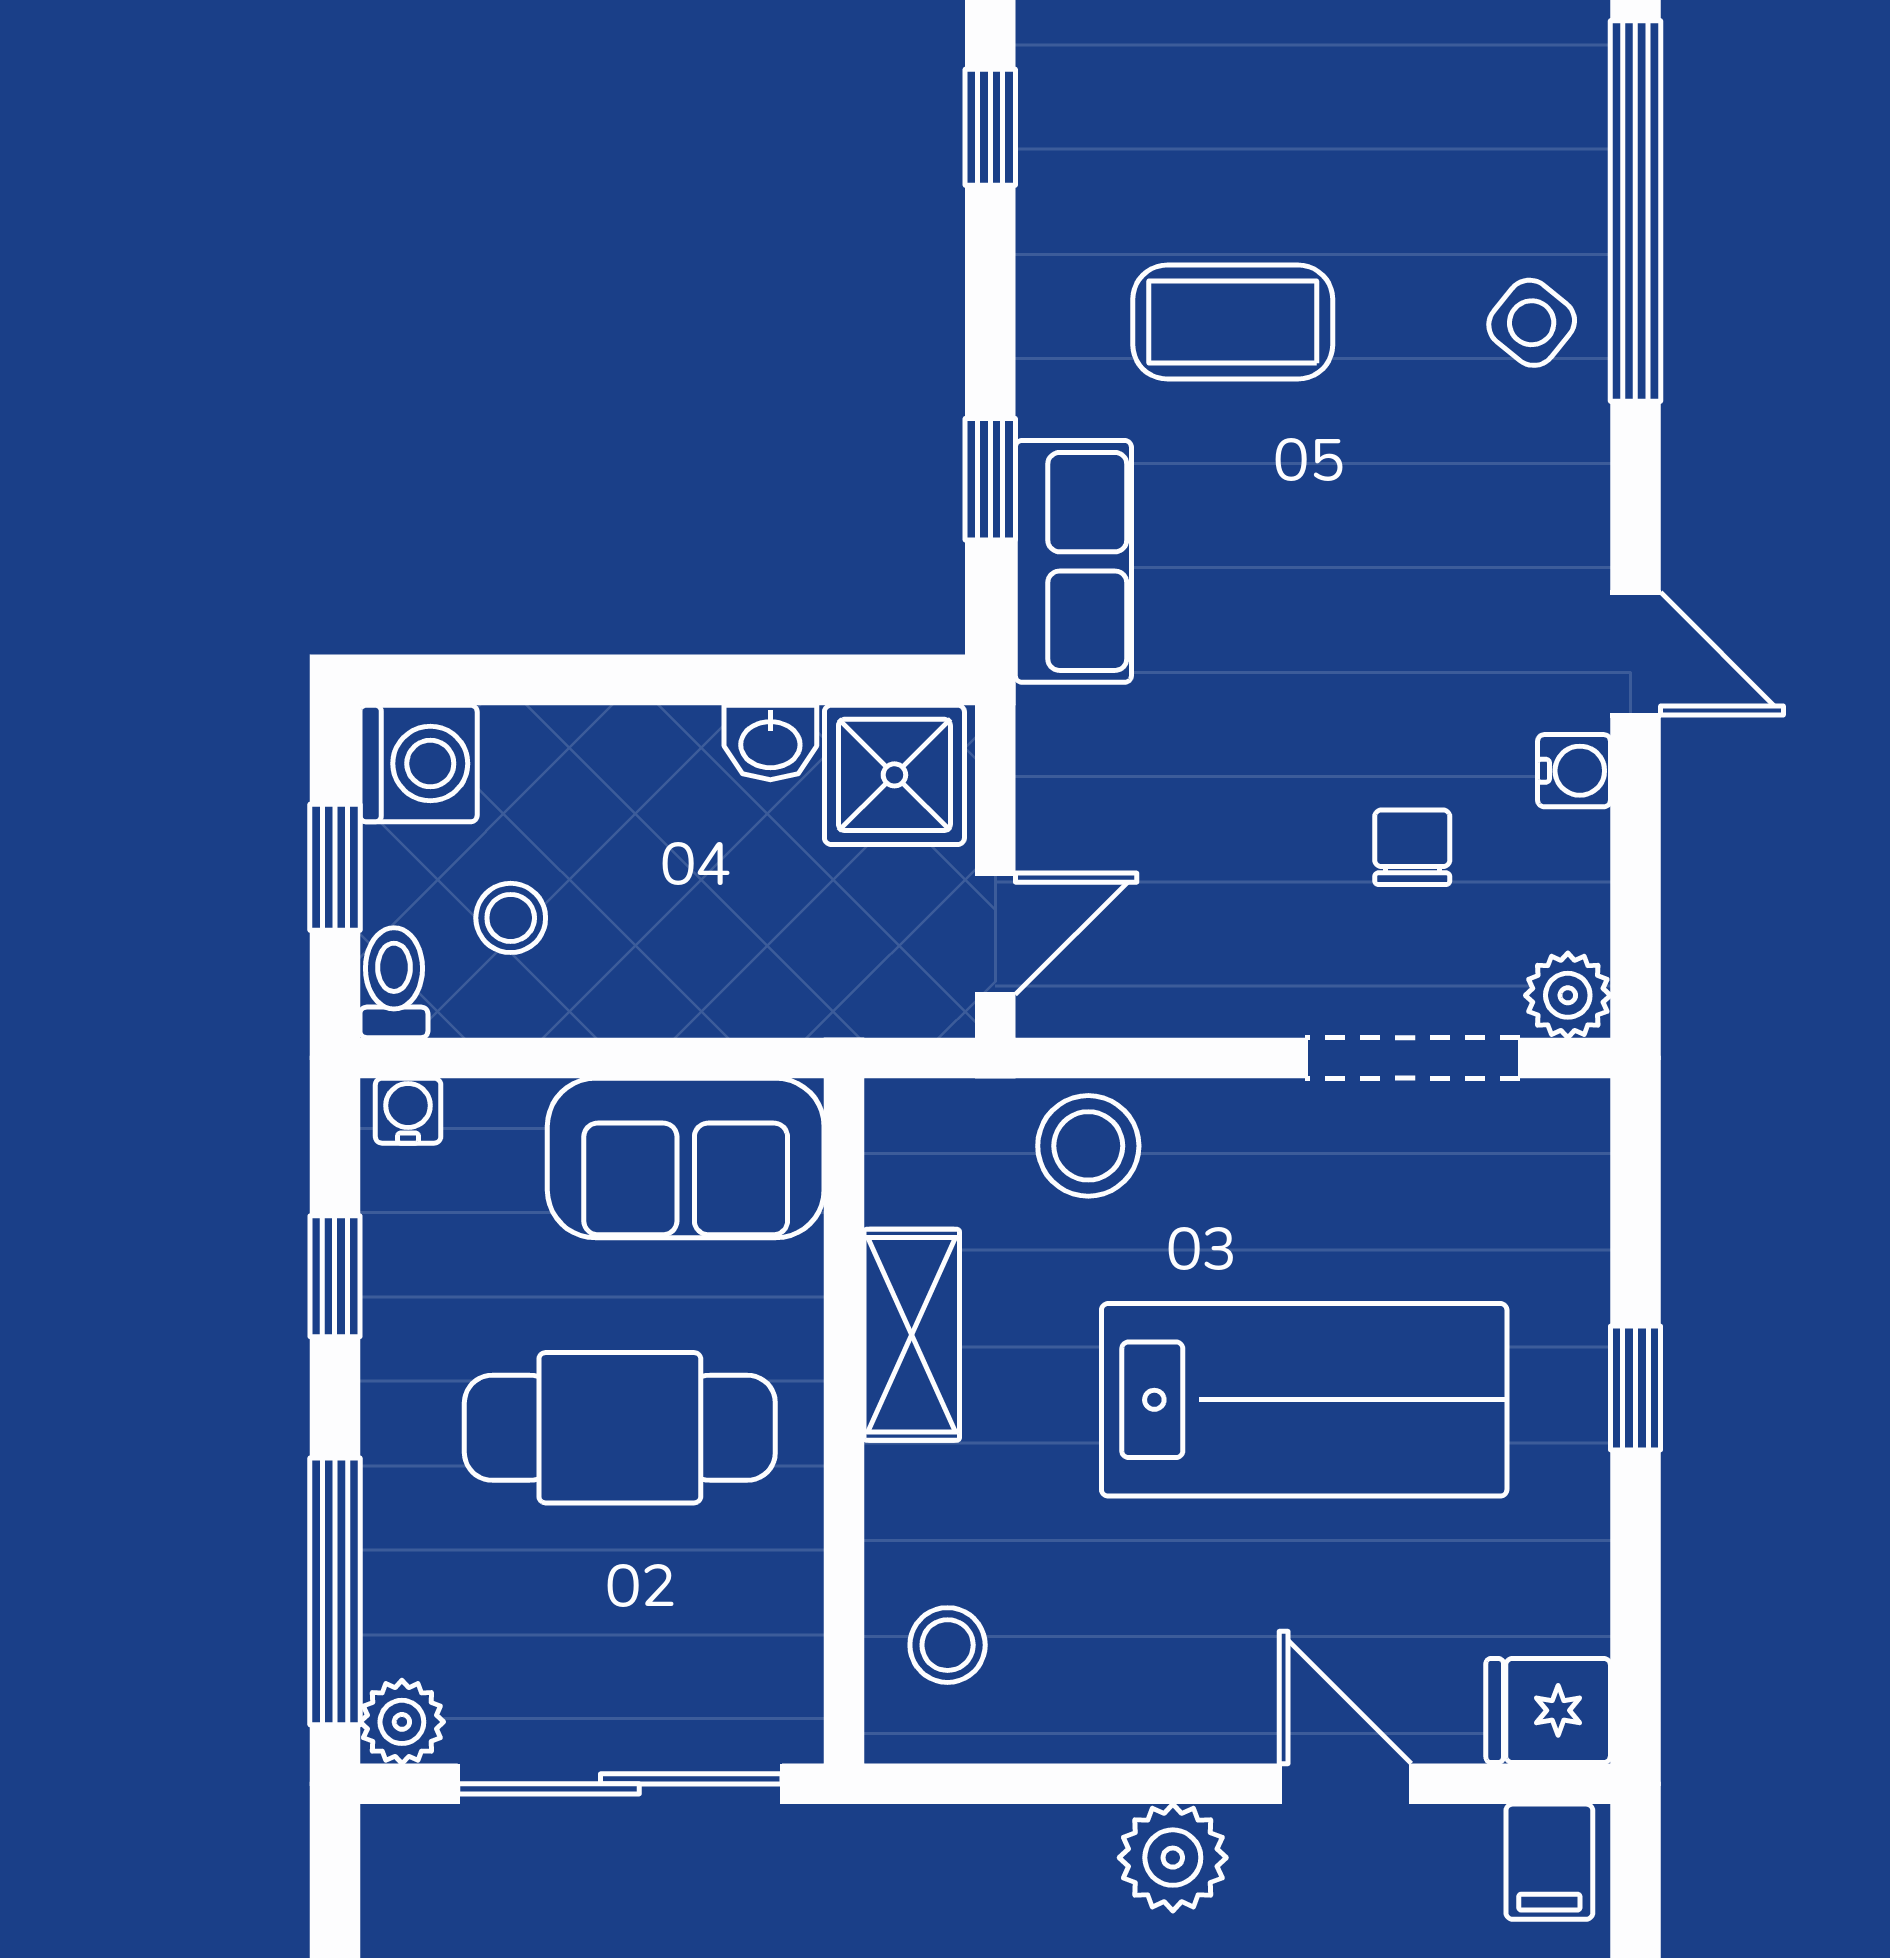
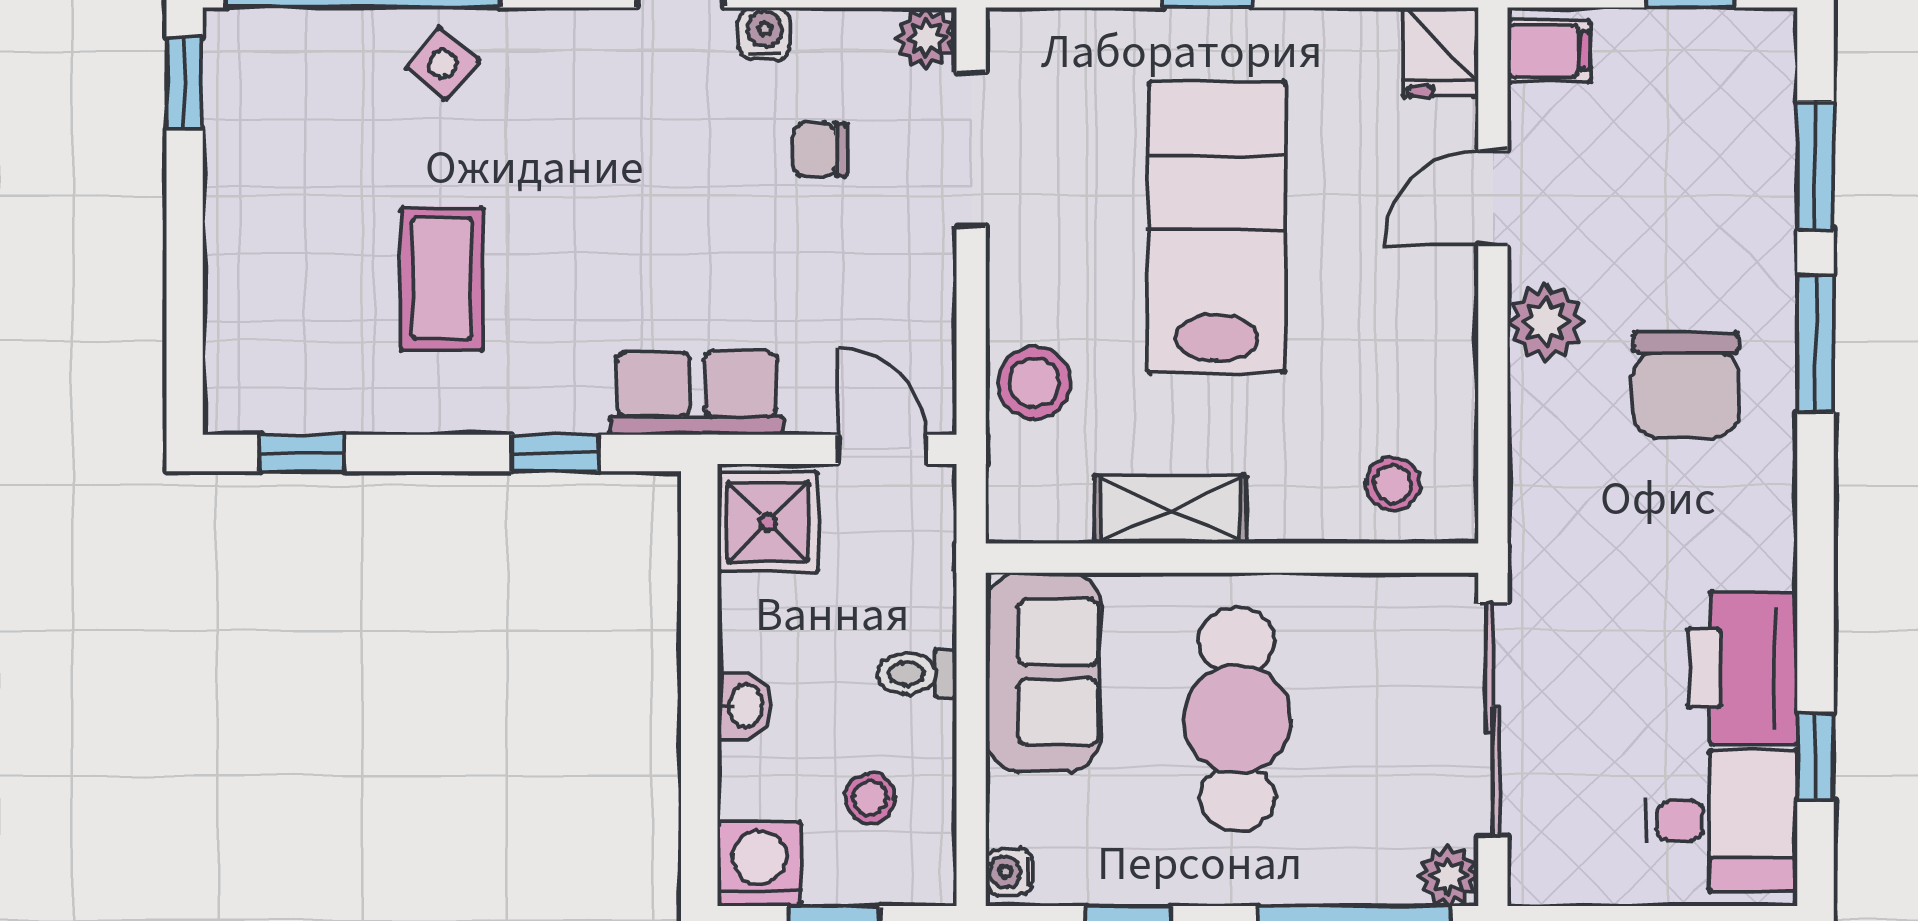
row of seats: (1073, 561) -> (697, 393), moved
washbasin: (770, 742) -> (744, 706), moved
toilet: (394, 983) -> (917, 674), moved

